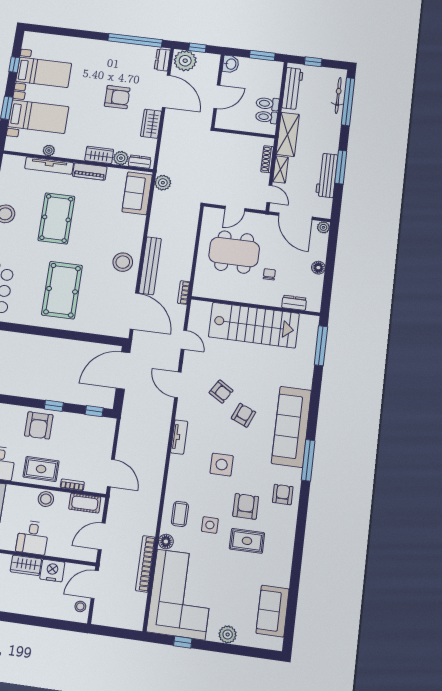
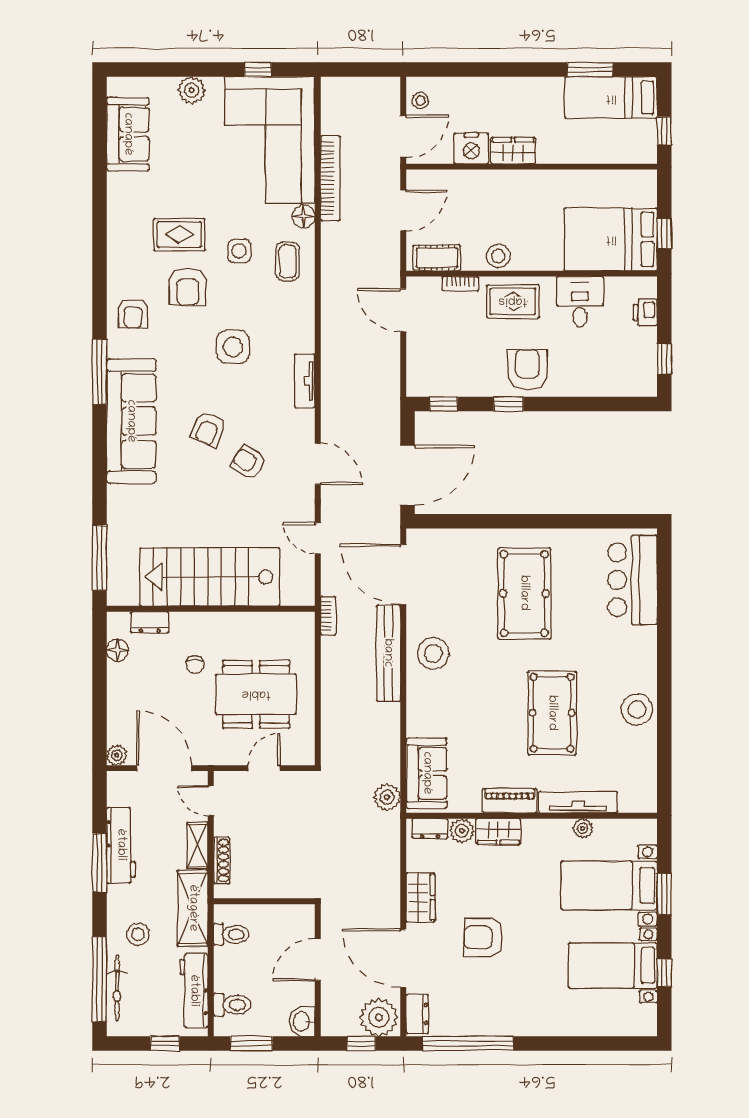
toilet: (268, 104) -> (232, 1005), moved
stool: (322, 124) -> (138, 934), added
floor lamp: (318, 268) -> (118, 650), moved
desk: (32, 538) -> (510, 194), removed

